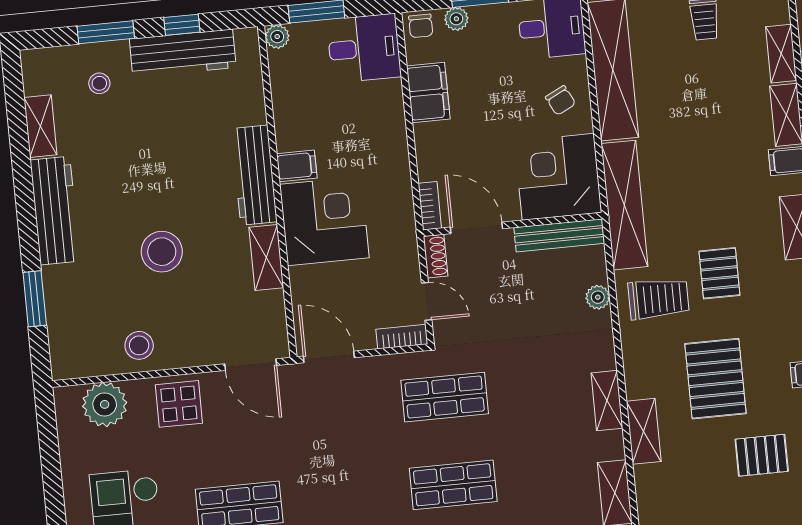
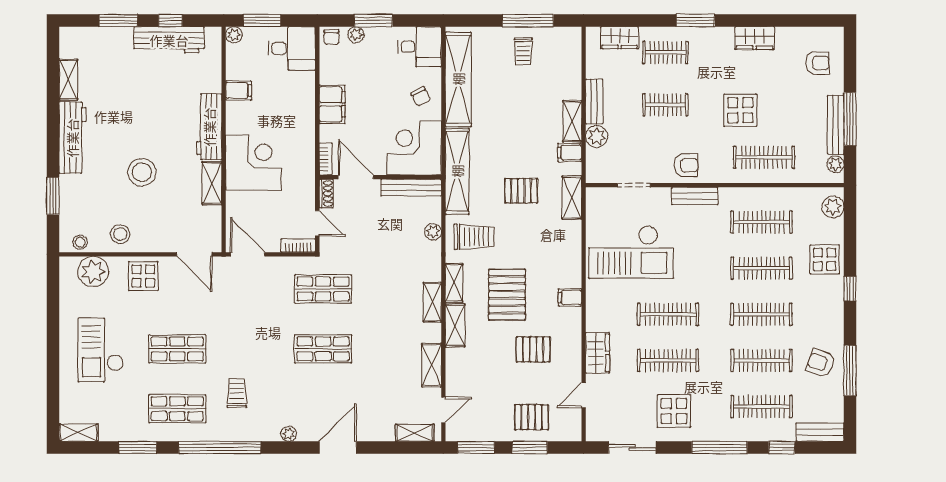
shelving: (781, 54) -> (454, 283), moved
stool: (99, 83) -> (80, 242), moved
filing cabinet: (428, 93) -> (332, 104), moved
filing cabinet: (297, 166) -> (239, 91), moved
pallet: (719, 273) -> (521, 191), moved, turned 90

